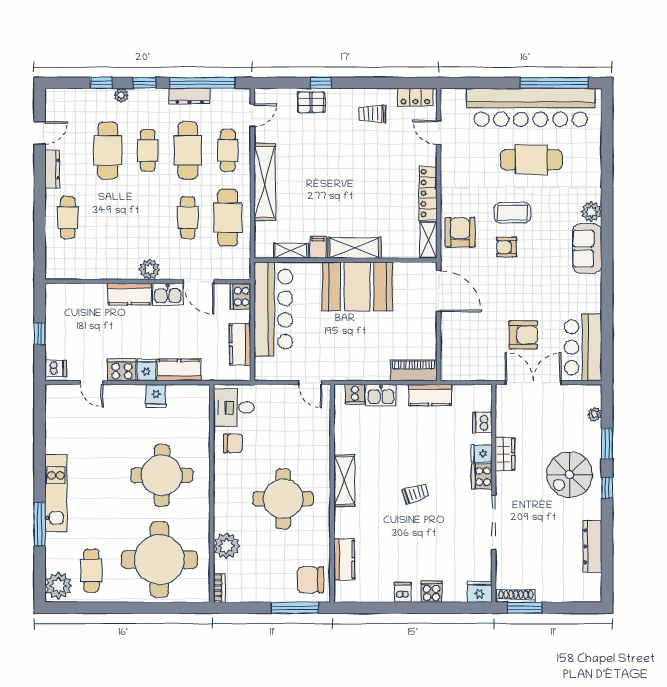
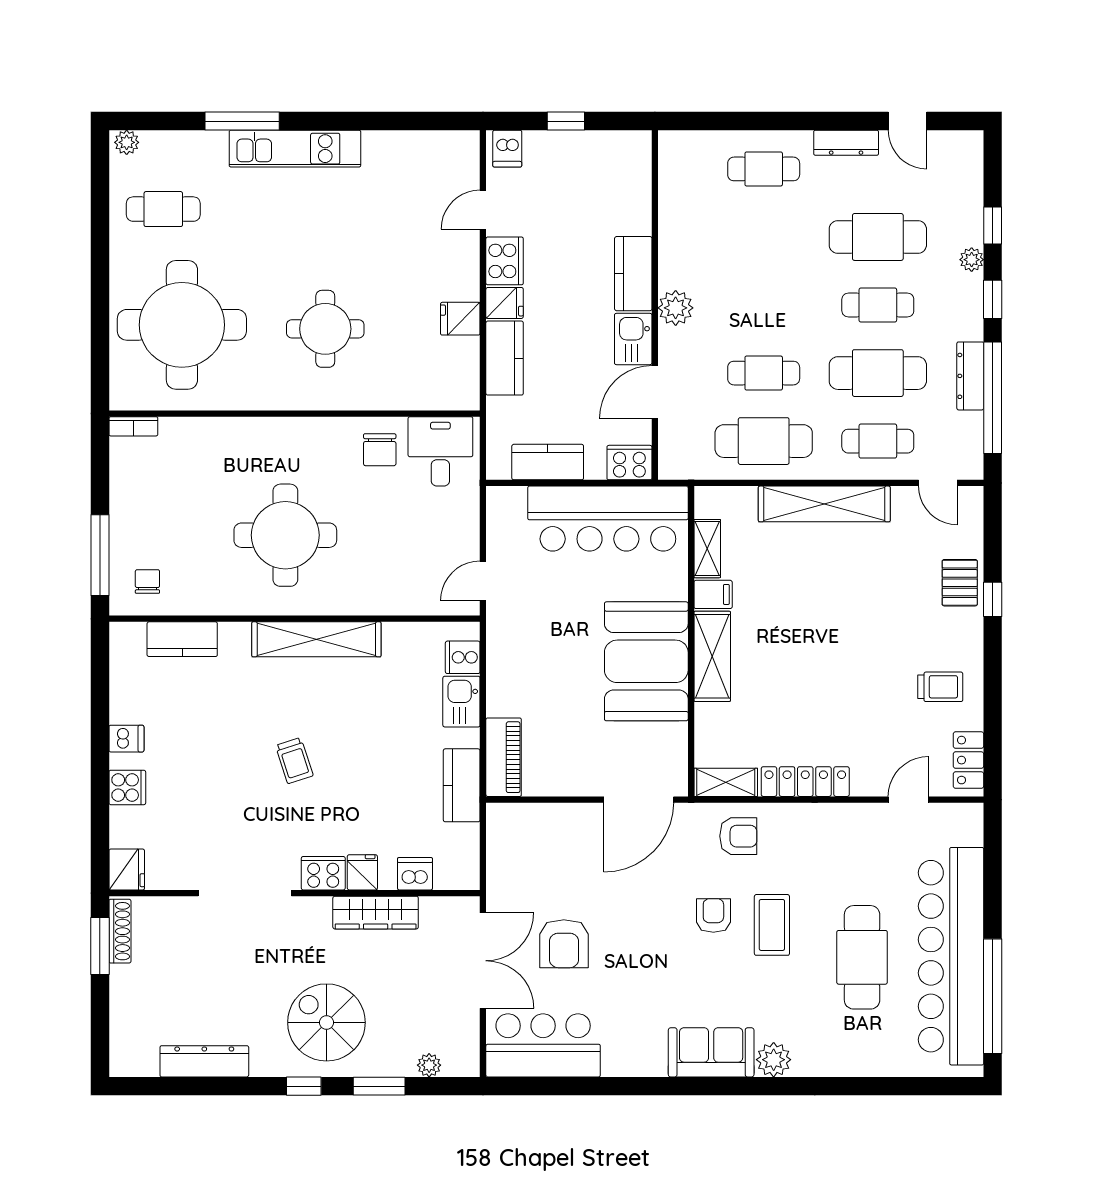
trolley: (372, 114) -> (940, 687), turned 90
armchair: (460, 232) -> (738, 836), width x0.72, depth x0.72
wardrobe: (505, 454) -> (376, 913), width x1.50
round table: (162, 475) -> (325, 329), width x0.73, depth x0.73
shelving: (344, 480) -> (316, 639), width x1.47
plant: (227, 546) -> (205, 439), removed
chair: (310, 580) -> (147, 582), width x0.54, depth x0.54
plant: (58, 586) -> (127, 142), width x0.53, depth x0.53

